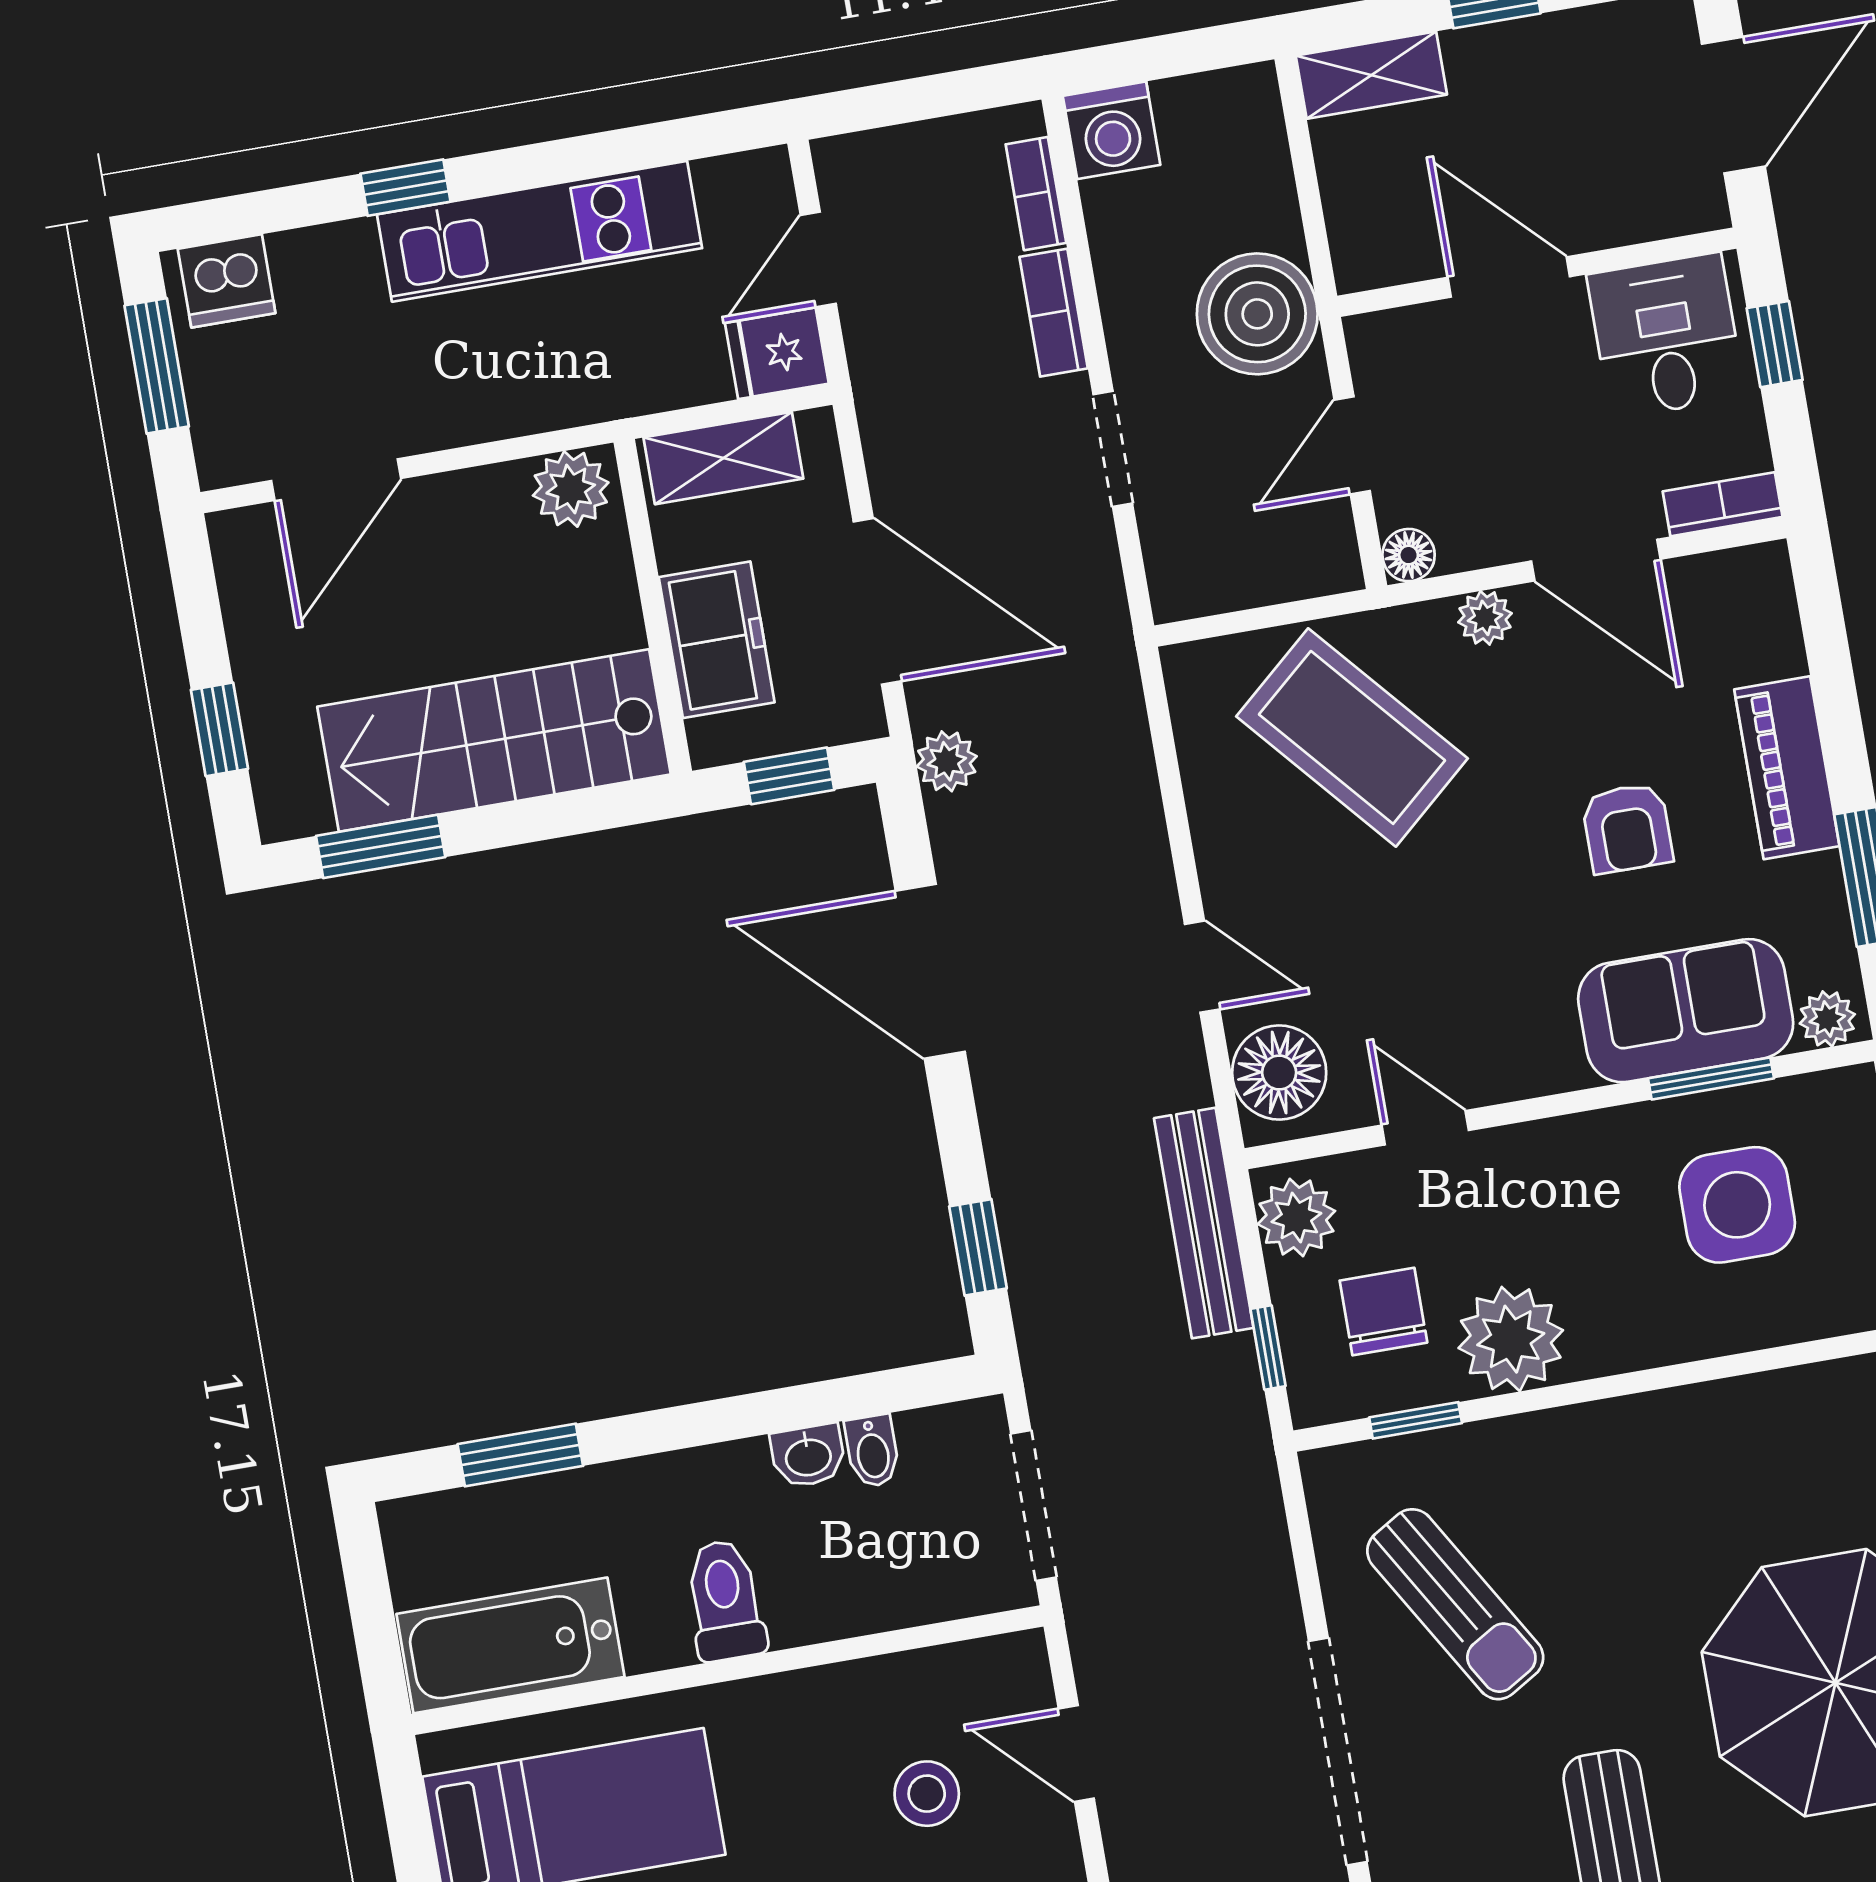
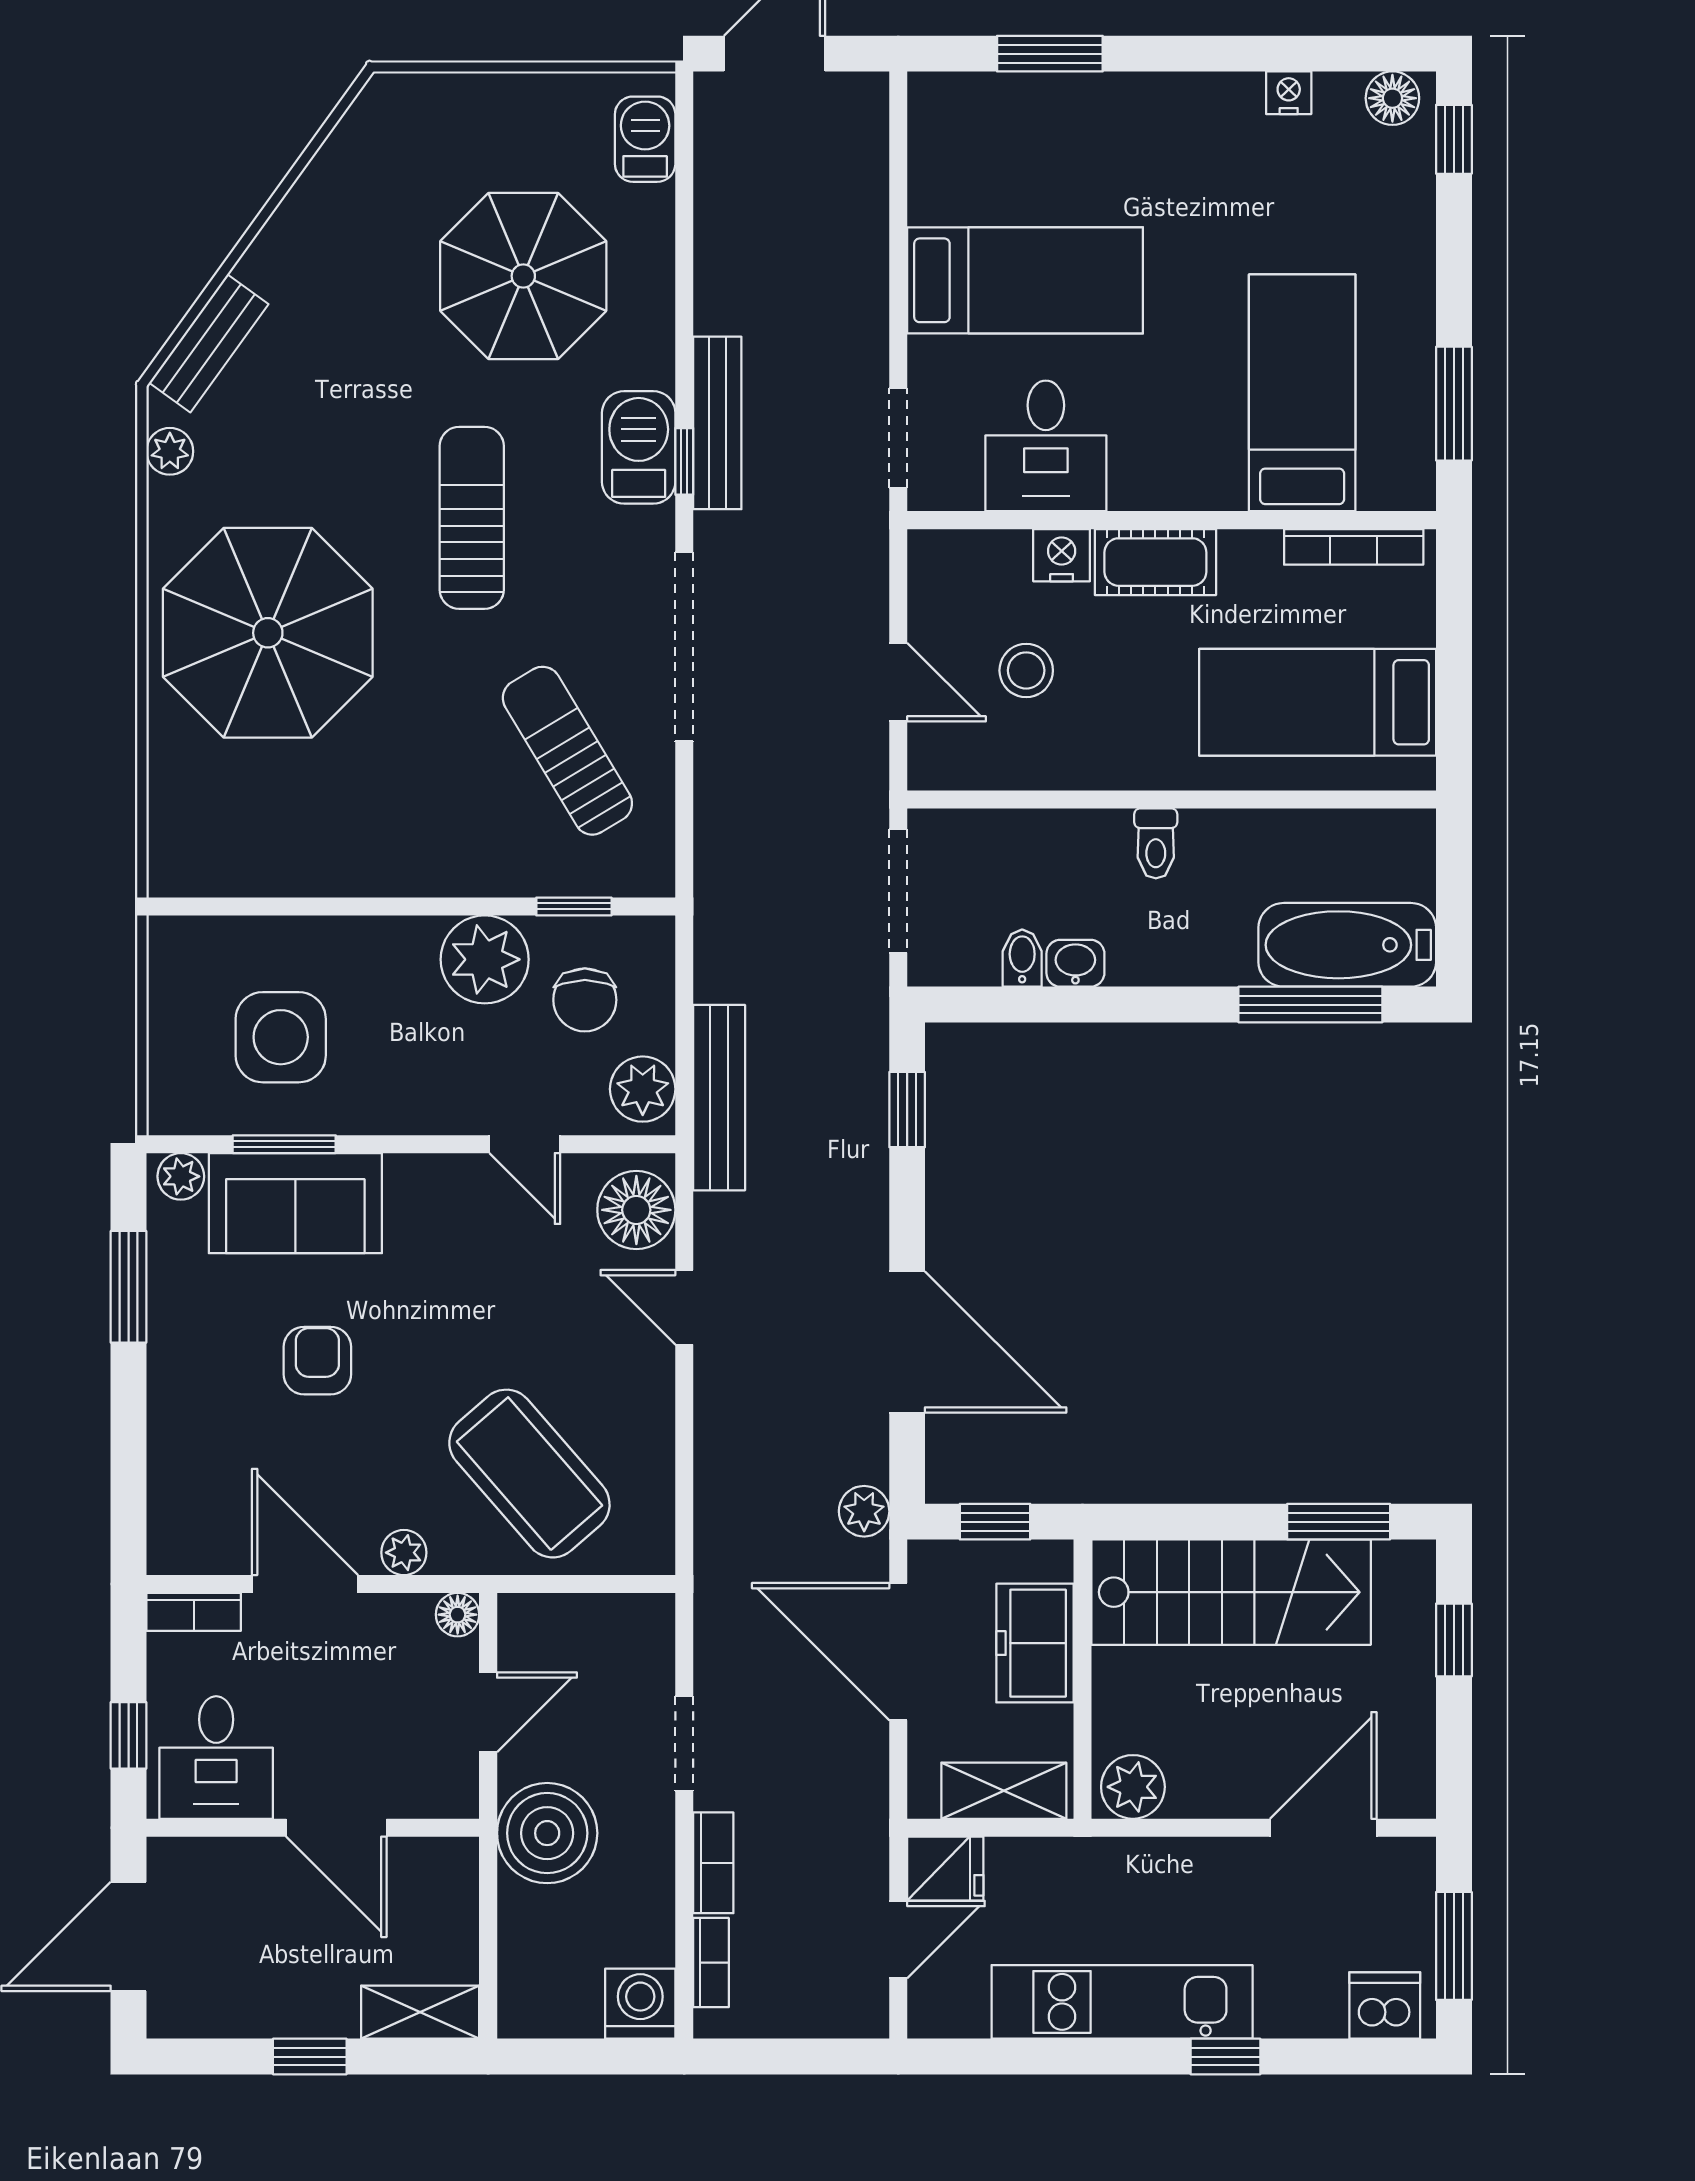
piano: (1787, 768) -> (178, 1387), removed
window: (1268, 1347) -> (684, 987), removed
window: (520, 1455) -> (1310, 1005), width x1.44
toilet: (725, 1600) -> (1156, 843), width x0.73, depth x0.72
bathtub: (510, 1645) -> (1347, 945), moved, turned 180

